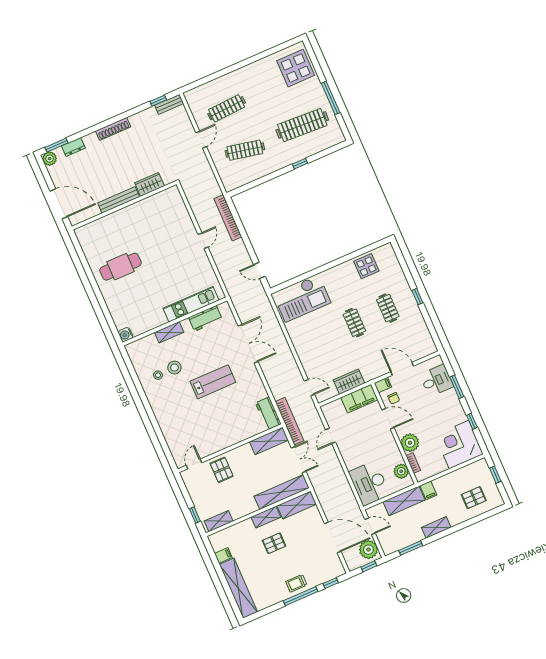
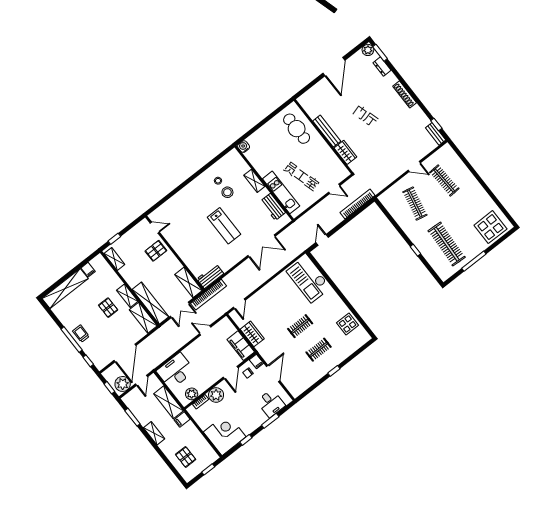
wardrobe: (150, 184) -> (345, 152), moved
bench: (119, 200) -> (327, 131), moved
wall: (124, 205) -> (323, 137), moved

